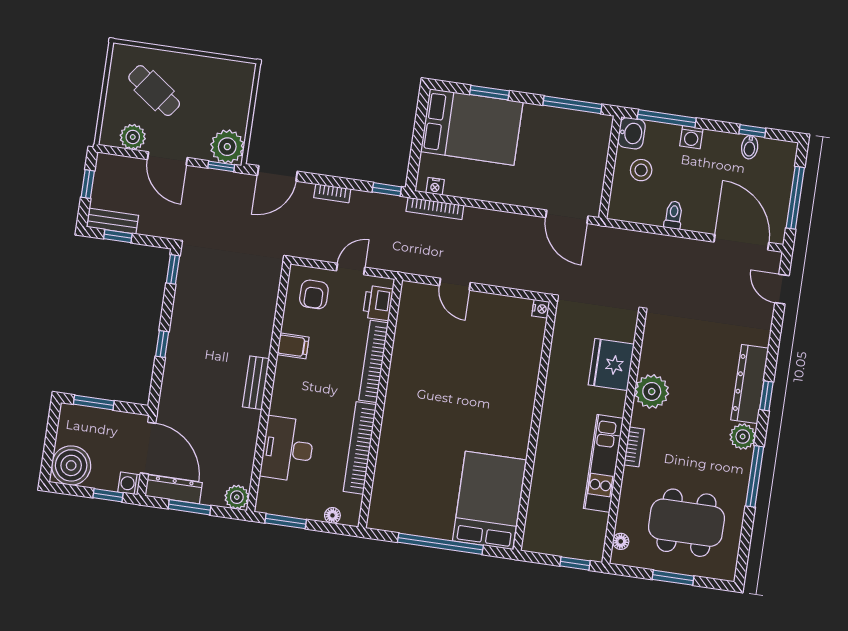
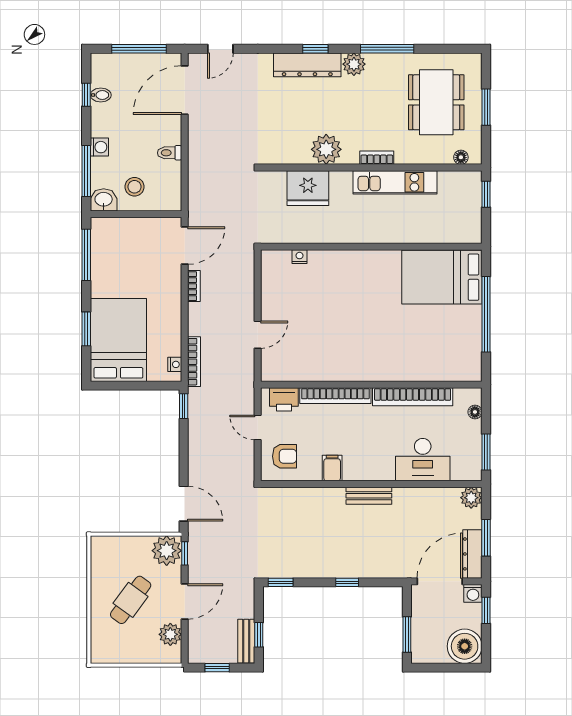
cafe table: (154, 91) -> (131, 600), moved
bookcase: (332, 193) -> (194, 286), moved
nightstand: (541, 309) -> (300, 257), moved

